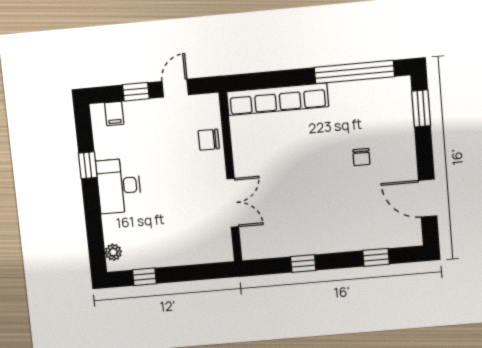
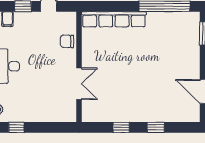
chair: (361, 157) -> (165, 61), removed
window: (376, 257) -> (156, 127), moved

